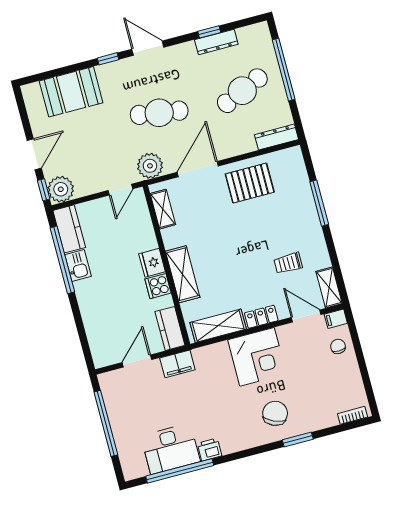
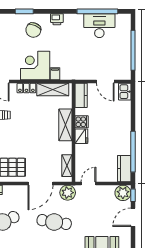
kitchen sink: (78, 266) -> (125, 92), moved
door: (137, 361) -> (105, 82), hinge flipped
filing cabinet: (177, 364) -> (55, 74), moved, width x0.50
printer: (209, 450) -> (57, 19), moved

